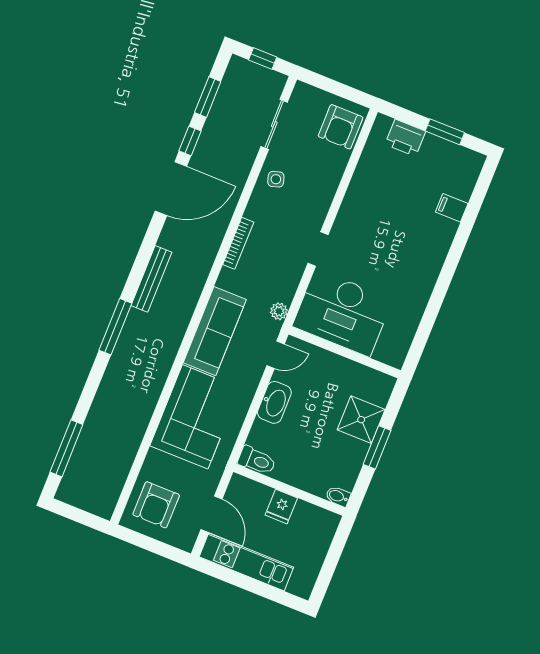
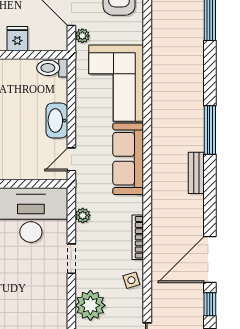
side table: (276, 179) -> (131, 280), moved
plant: (318, 191) -> (90, 305), added
bench: (151, 279) -> (196, 173), width x0.73
plant: (279, 311) -> (83, 215), moved
plant: (211, 482) -> (82, 36), added

